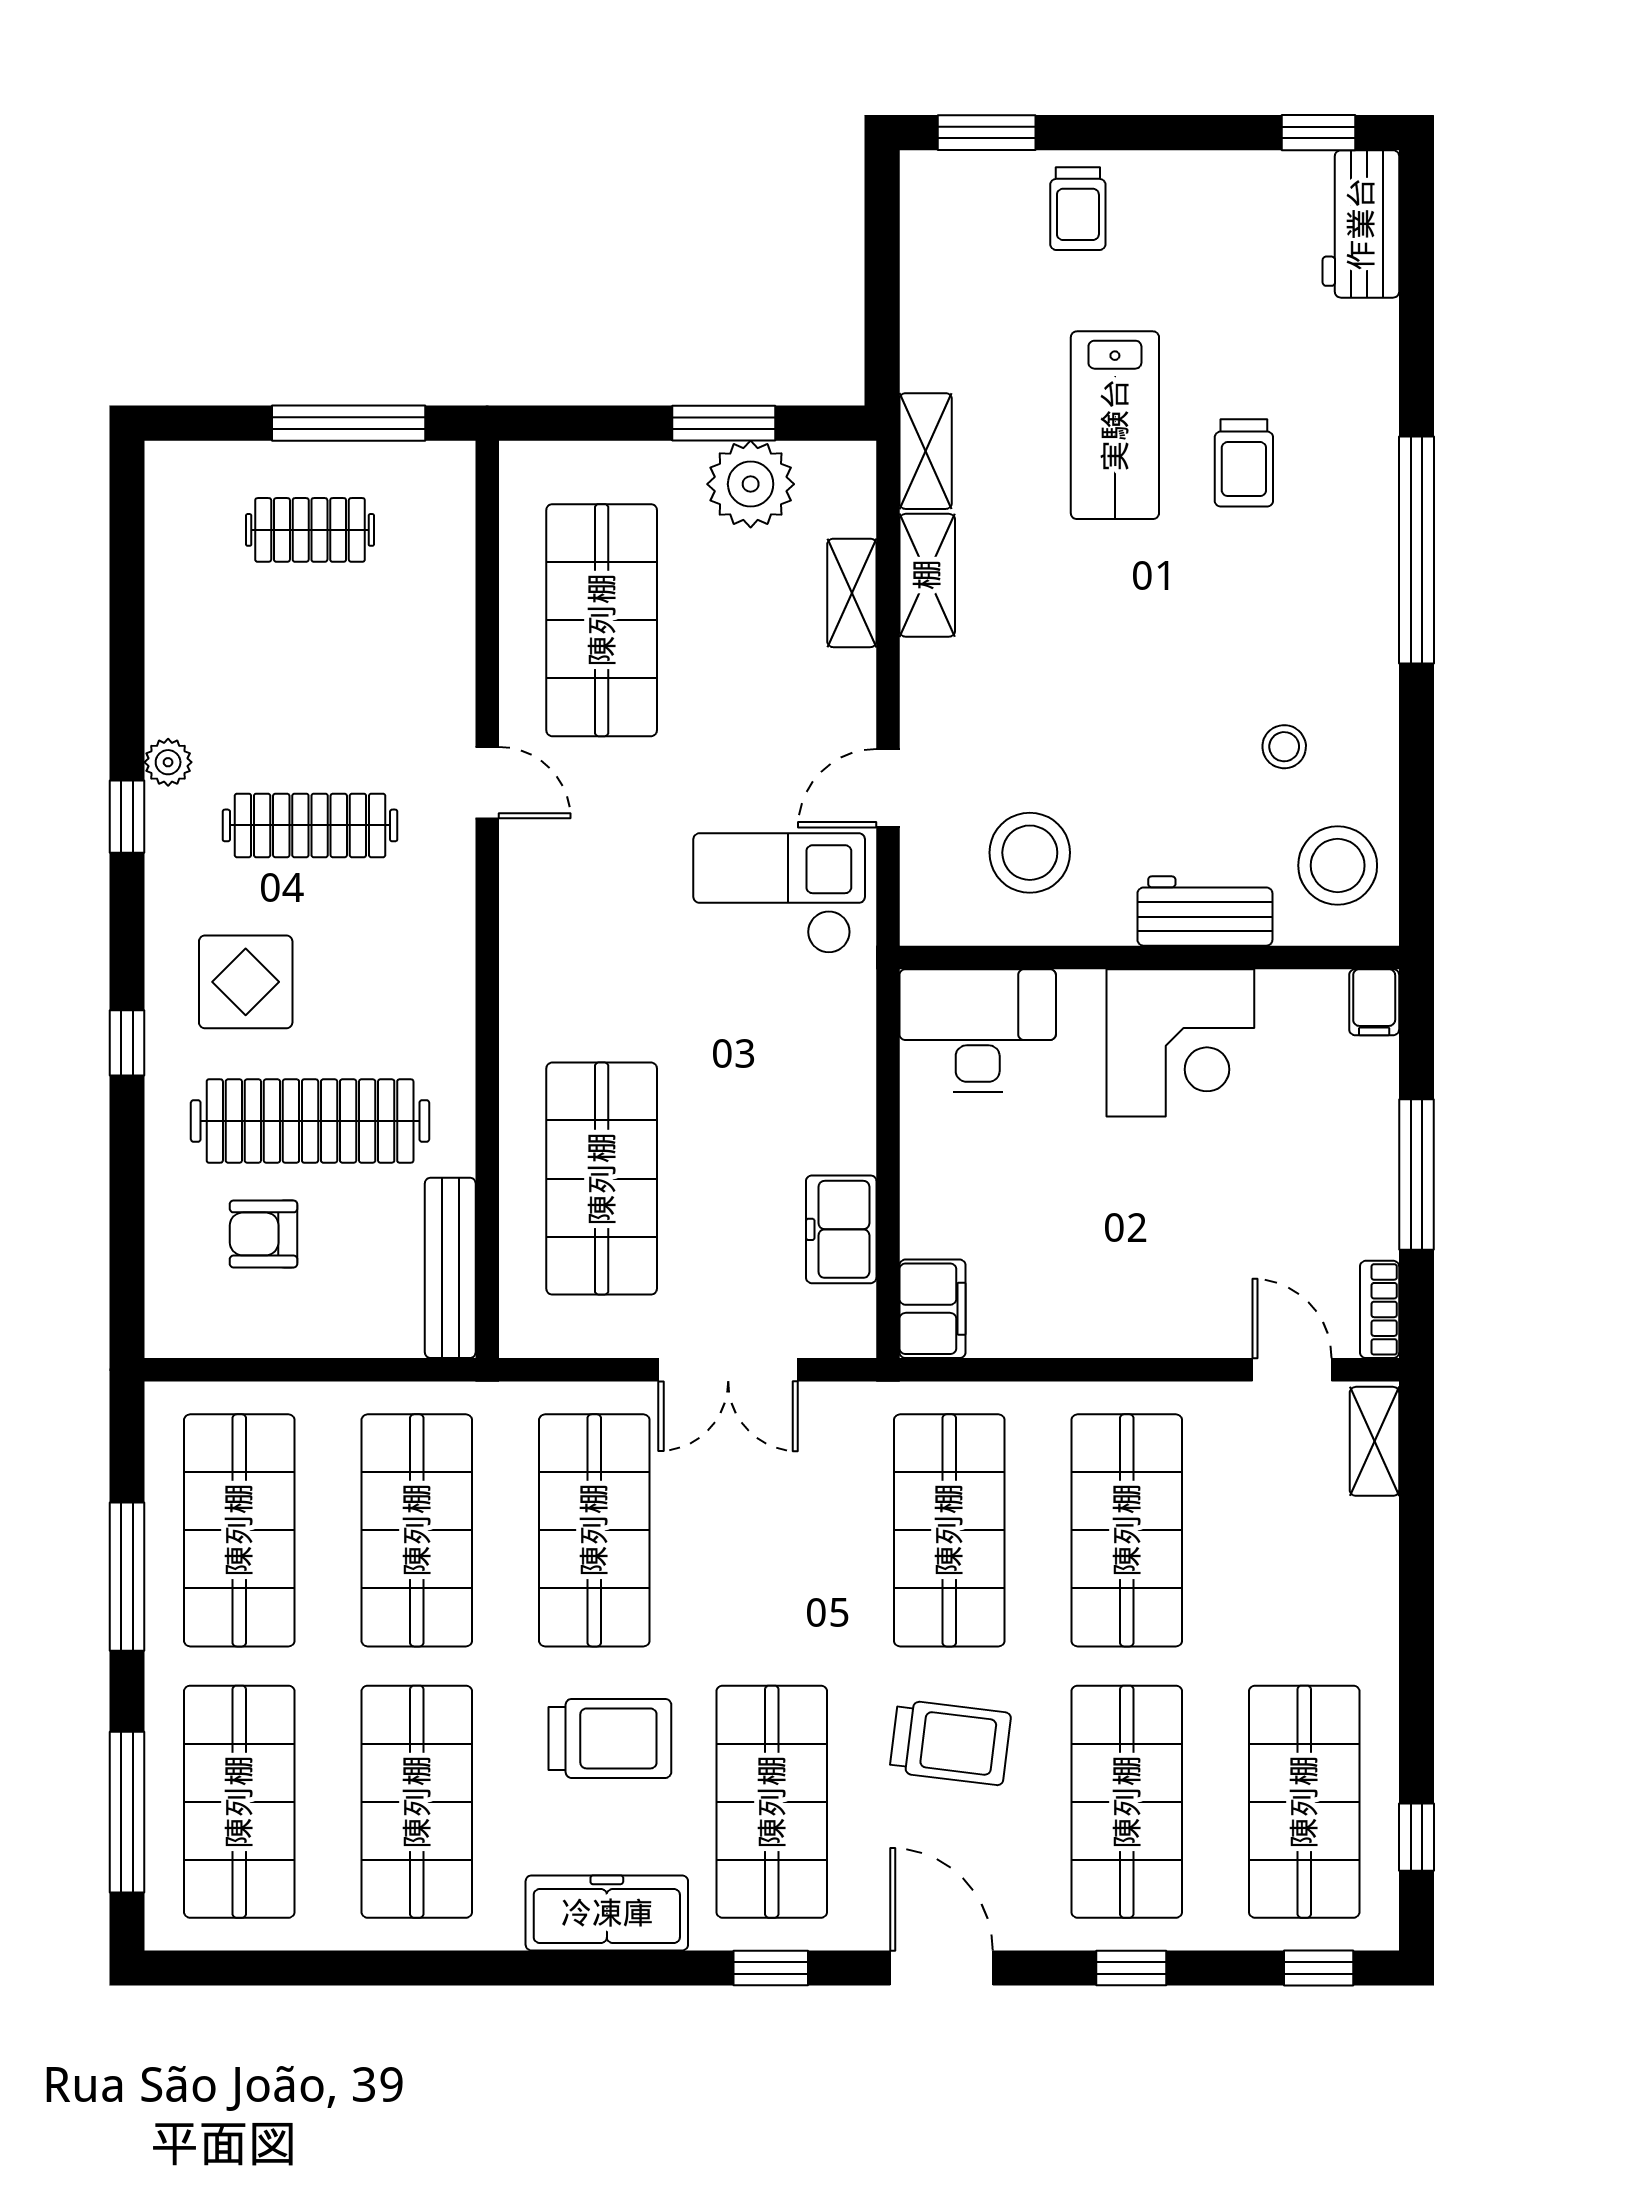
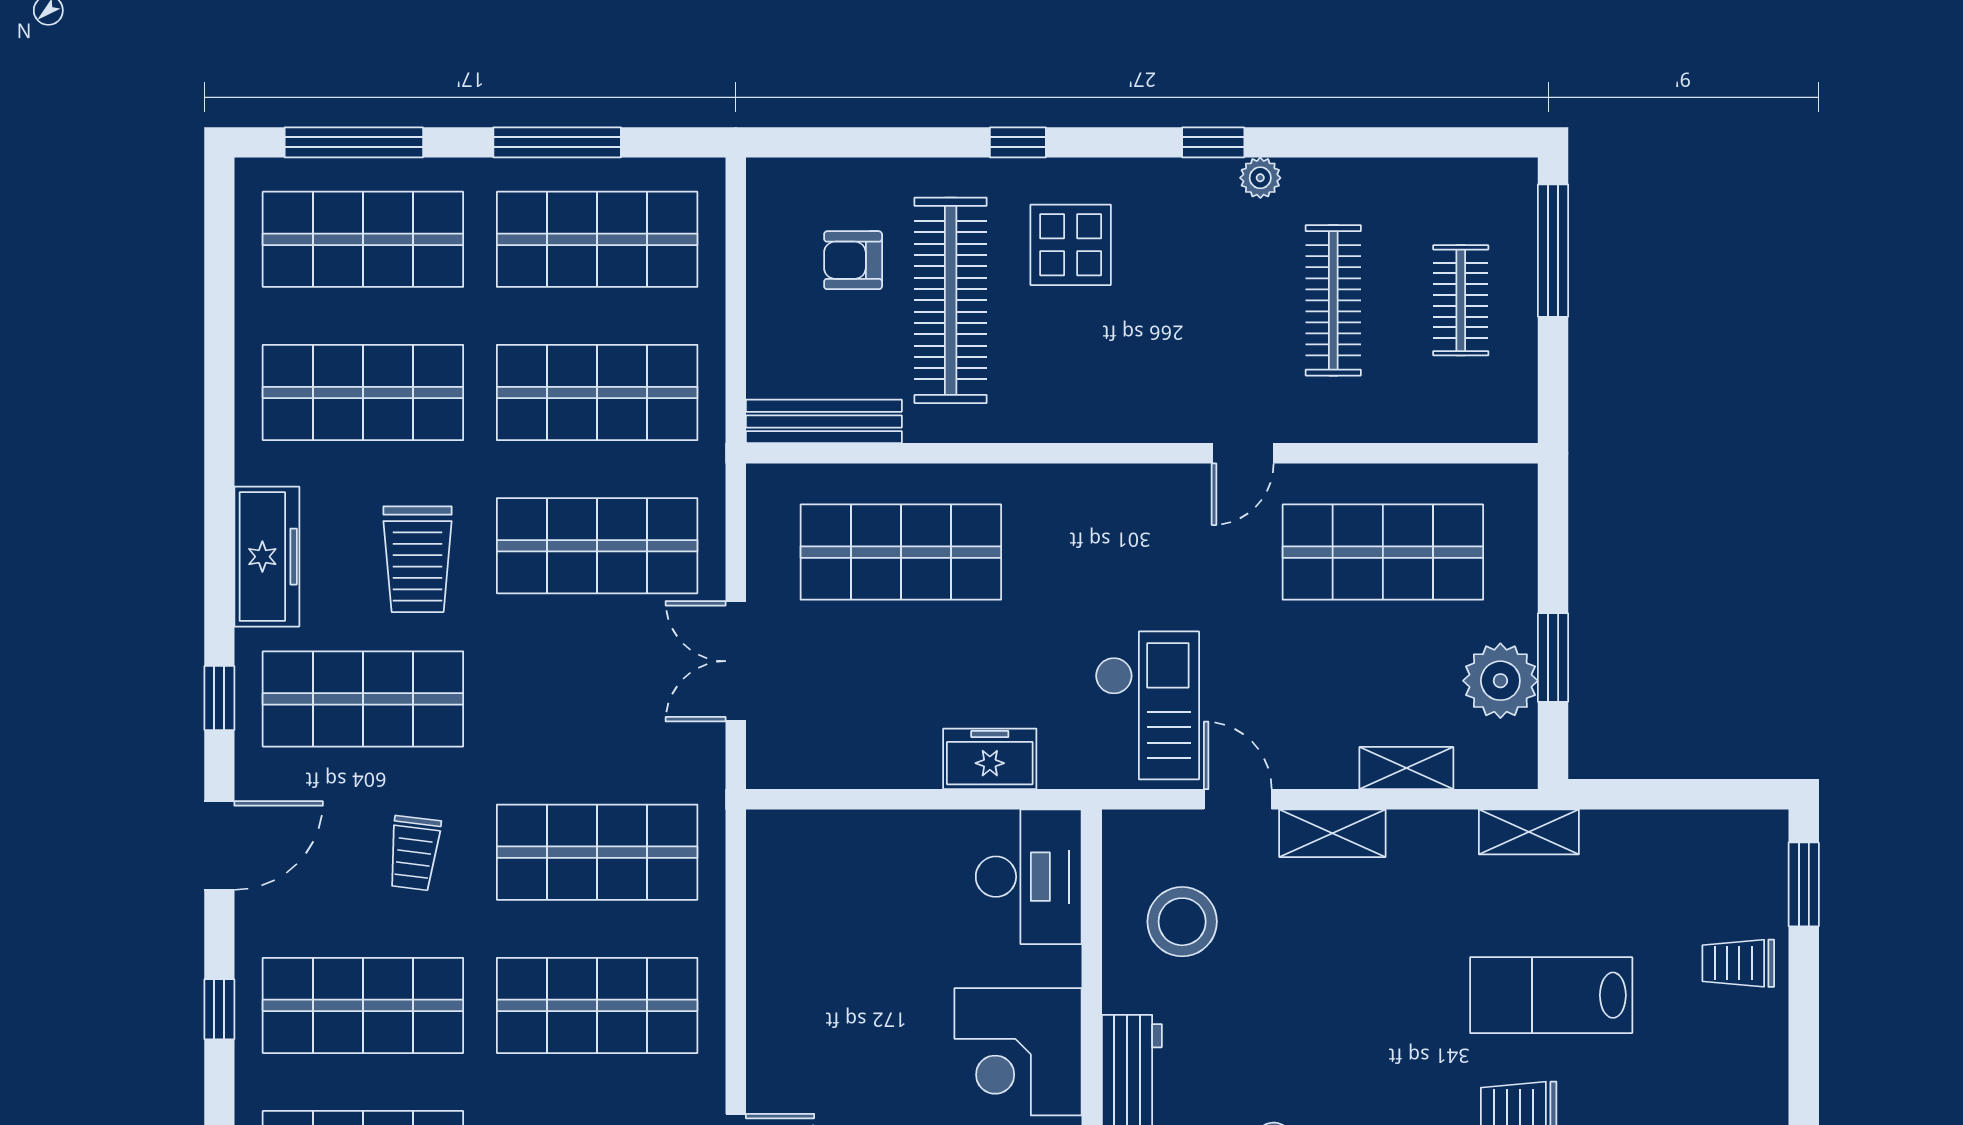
window: (349, 423) -> (1553, 251), moved
shelving: (927, 575) -> (1332, 833), moved
clothes rail: (310, 825) -> (1333, 300), moved
freezer: (841, 1229) -> (990, 759), moved
armchair: (264, 1234) -> (853, 260), turned -90
filing cabinet: (932, 1309) -> (788, 838), removed
trolley: (950, 1742) -> (414, 853), width x0.73, depth x0.72

